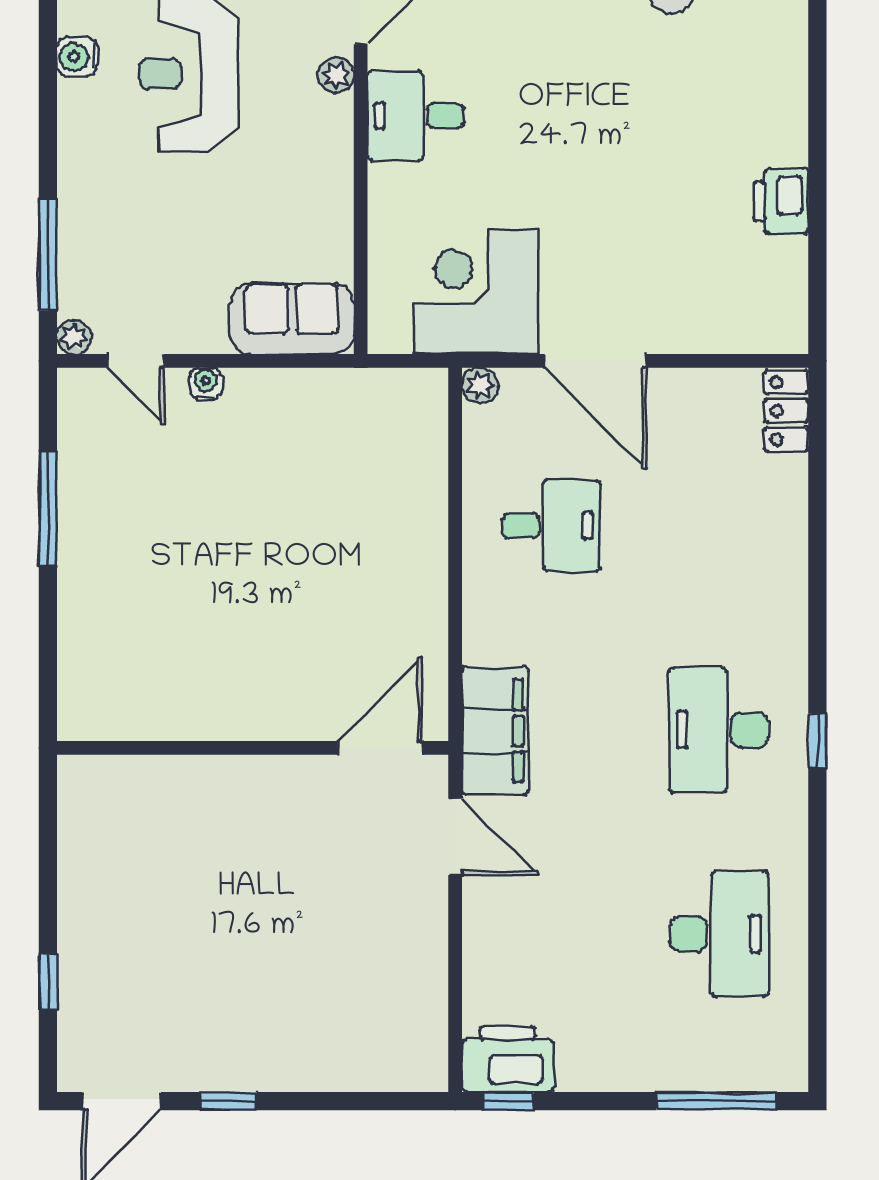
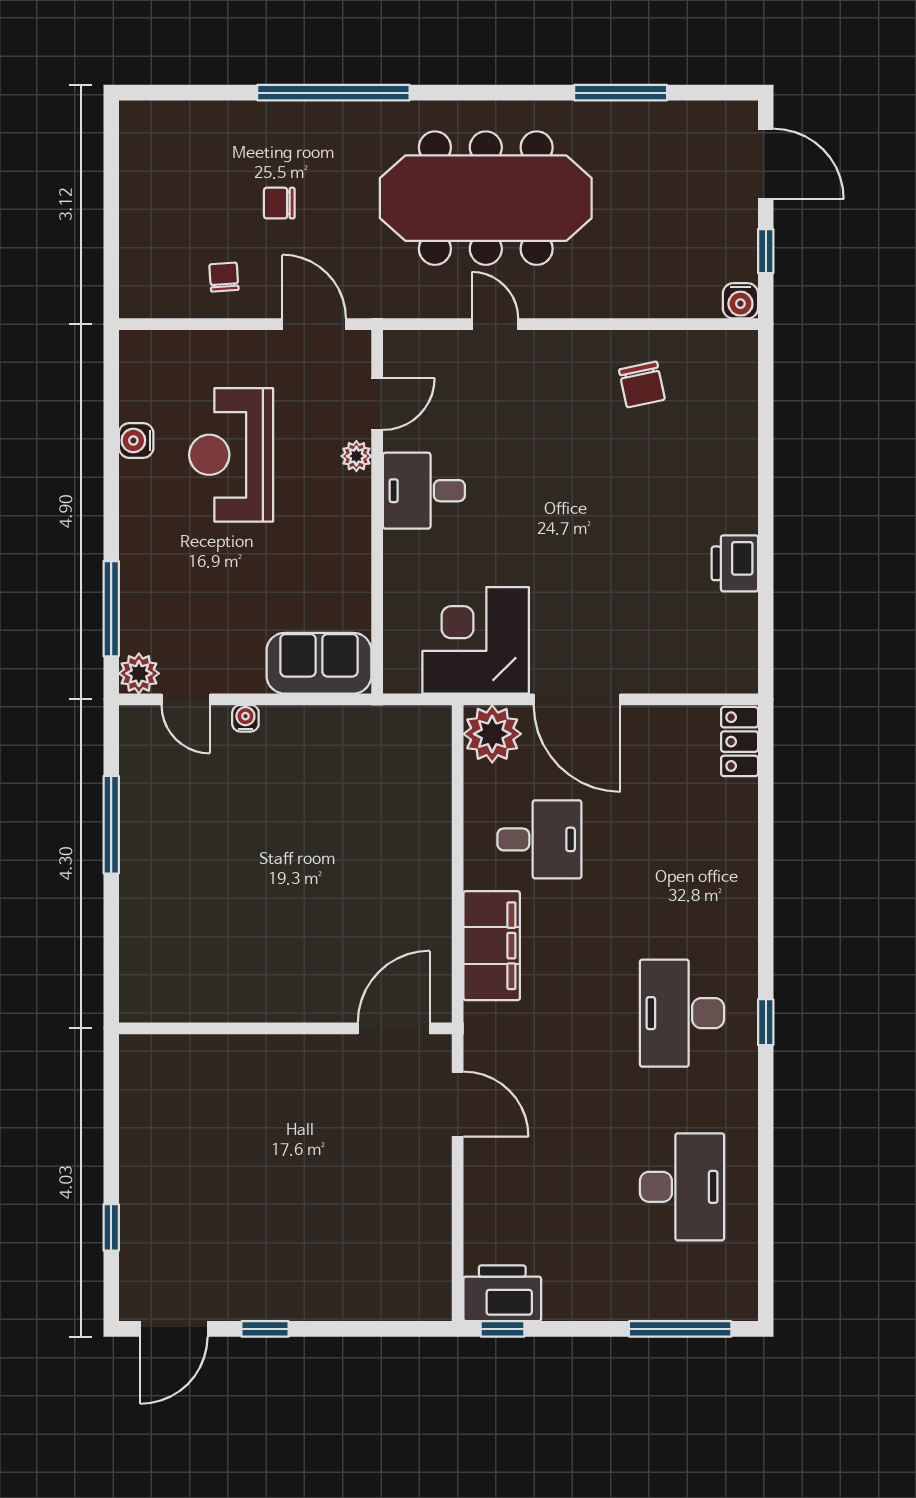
plant: (74, 337) -> (139, 673), width x1.38, depth x1.38
plant: (480, 386) -> (492, 734), width x1.87, depth x1.87
filing cabinet: (495, 731) -> (492, 946), moved

